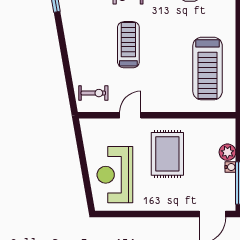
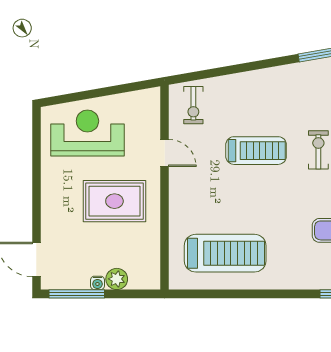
treadmill: (208, 69) -> (225, 253), turned 180

